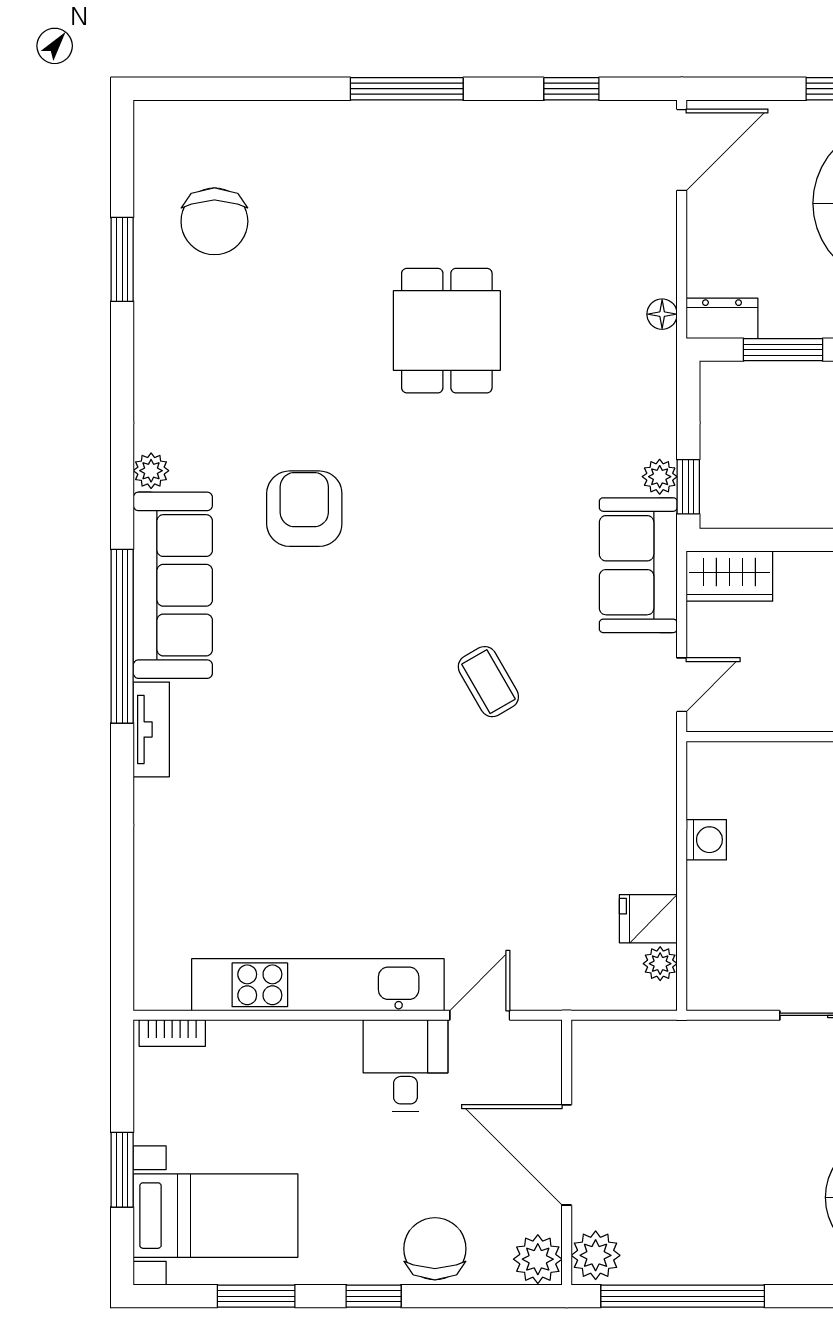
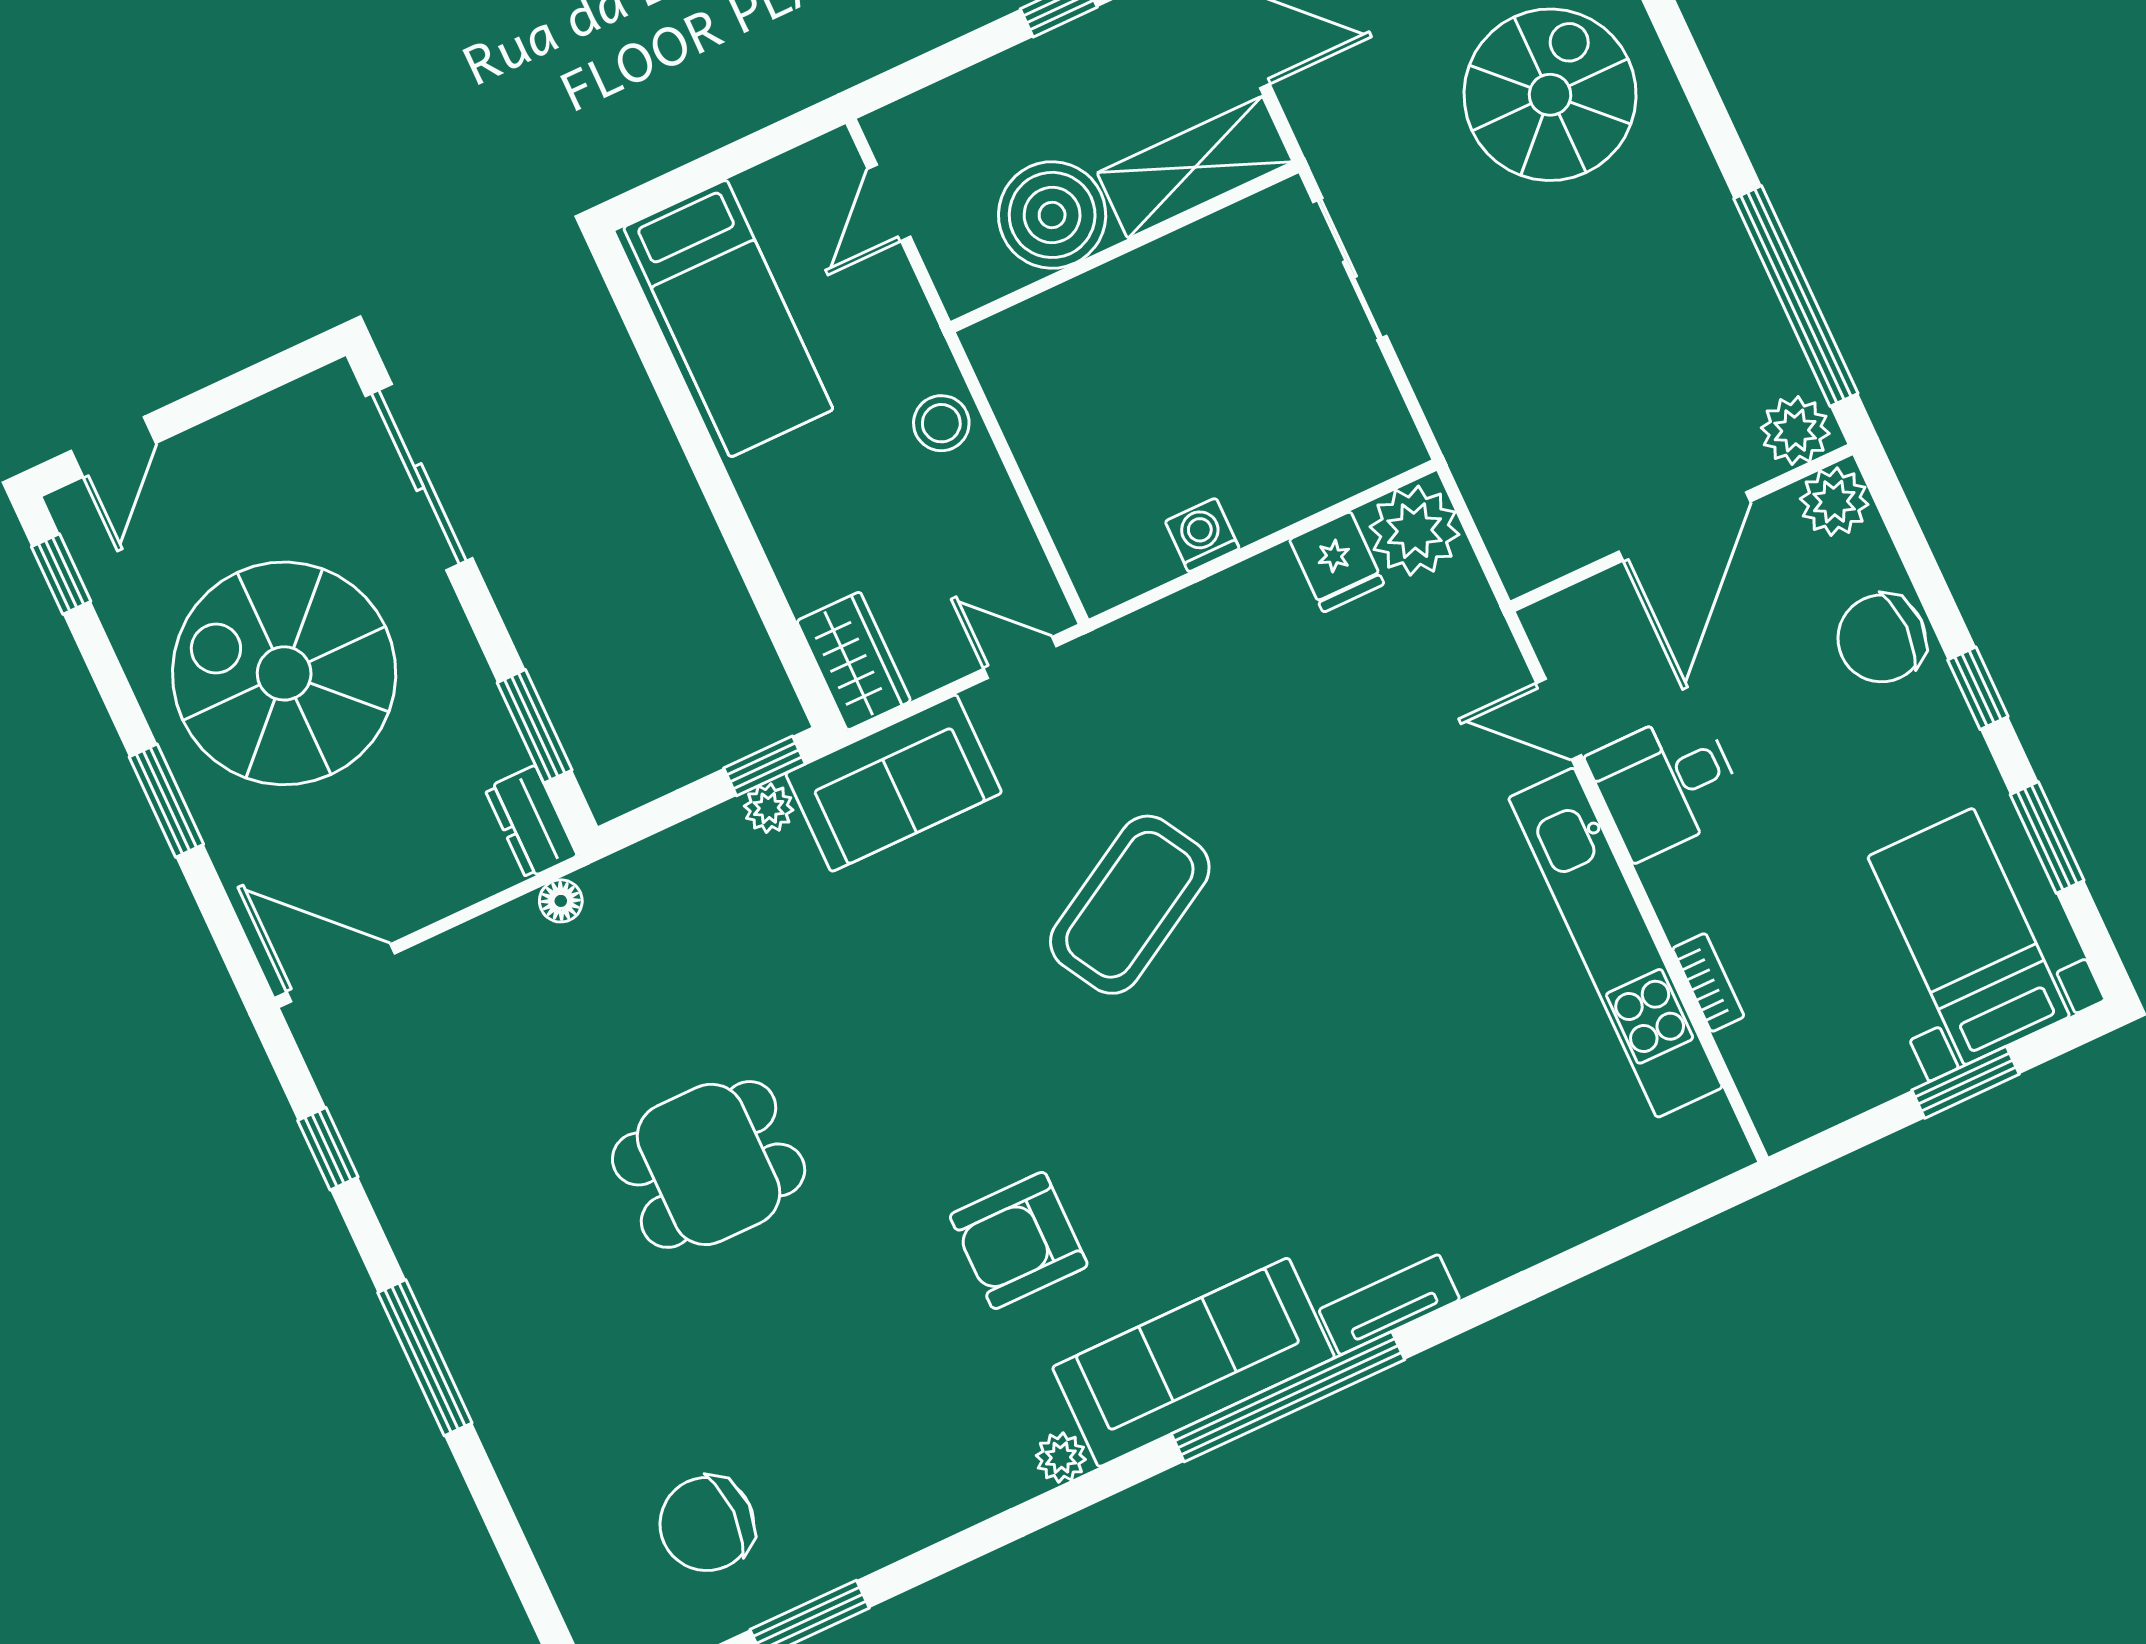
chair: (214, 221) -> (707, 1524), turned 180
coffee table: (488, 682) -> (1130, 905), width x1.86, depth x1.72
plant: (660, 964) -> (1414, 531), width x1.87, depth x1.87
bookcase: (172, 1033) -> (1708, 982), moved

